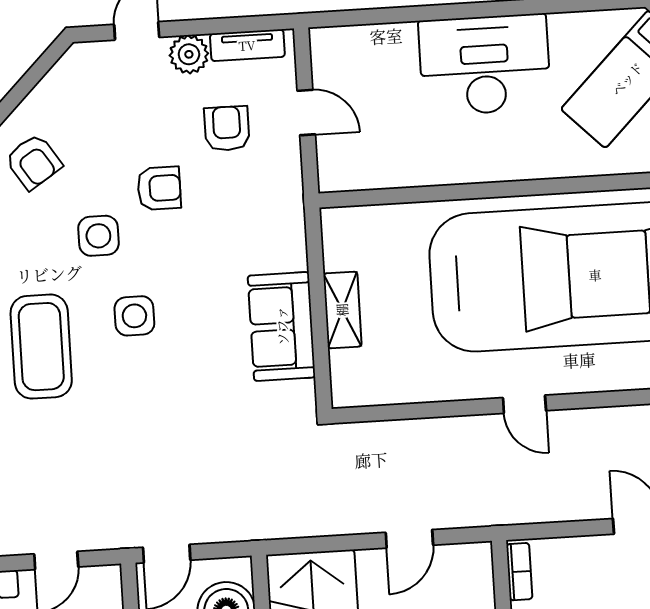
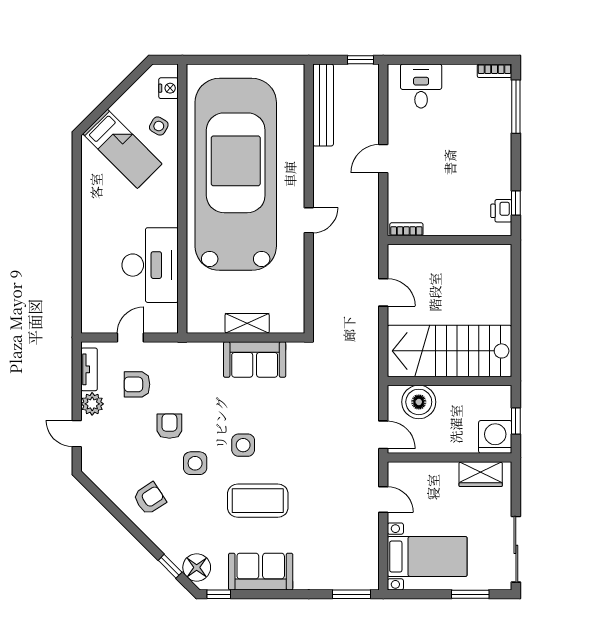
desk: (485, 65) -> (150, 265), moved, turned 180

